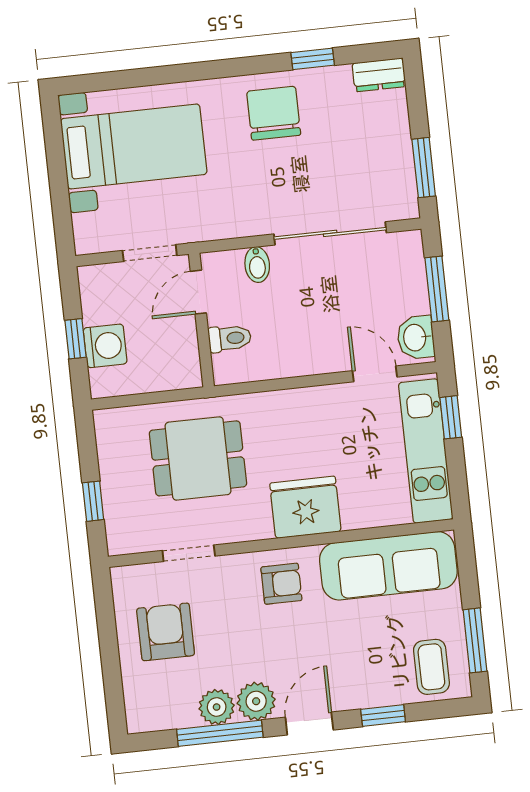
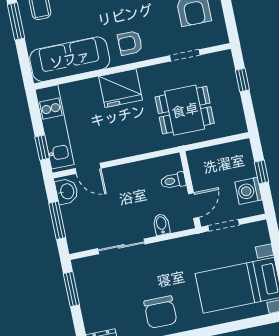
sliding door: (330, 233) -> (121, 246), width x0.73
washing machine: (105, 346) -> (248, 191), moved

